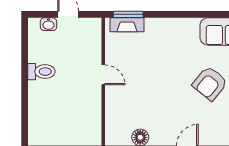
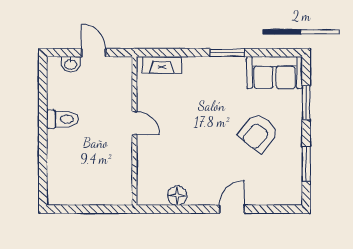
window: (128, 14) -> (227, 53), moved

